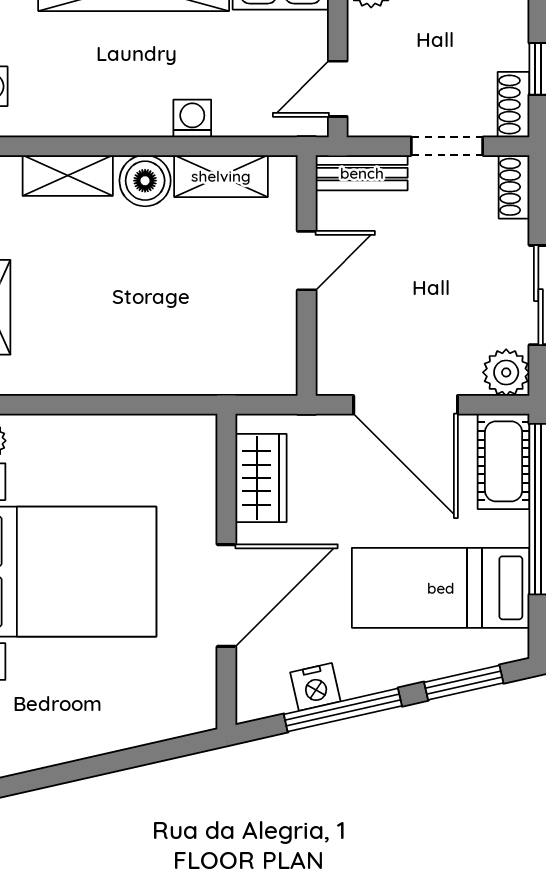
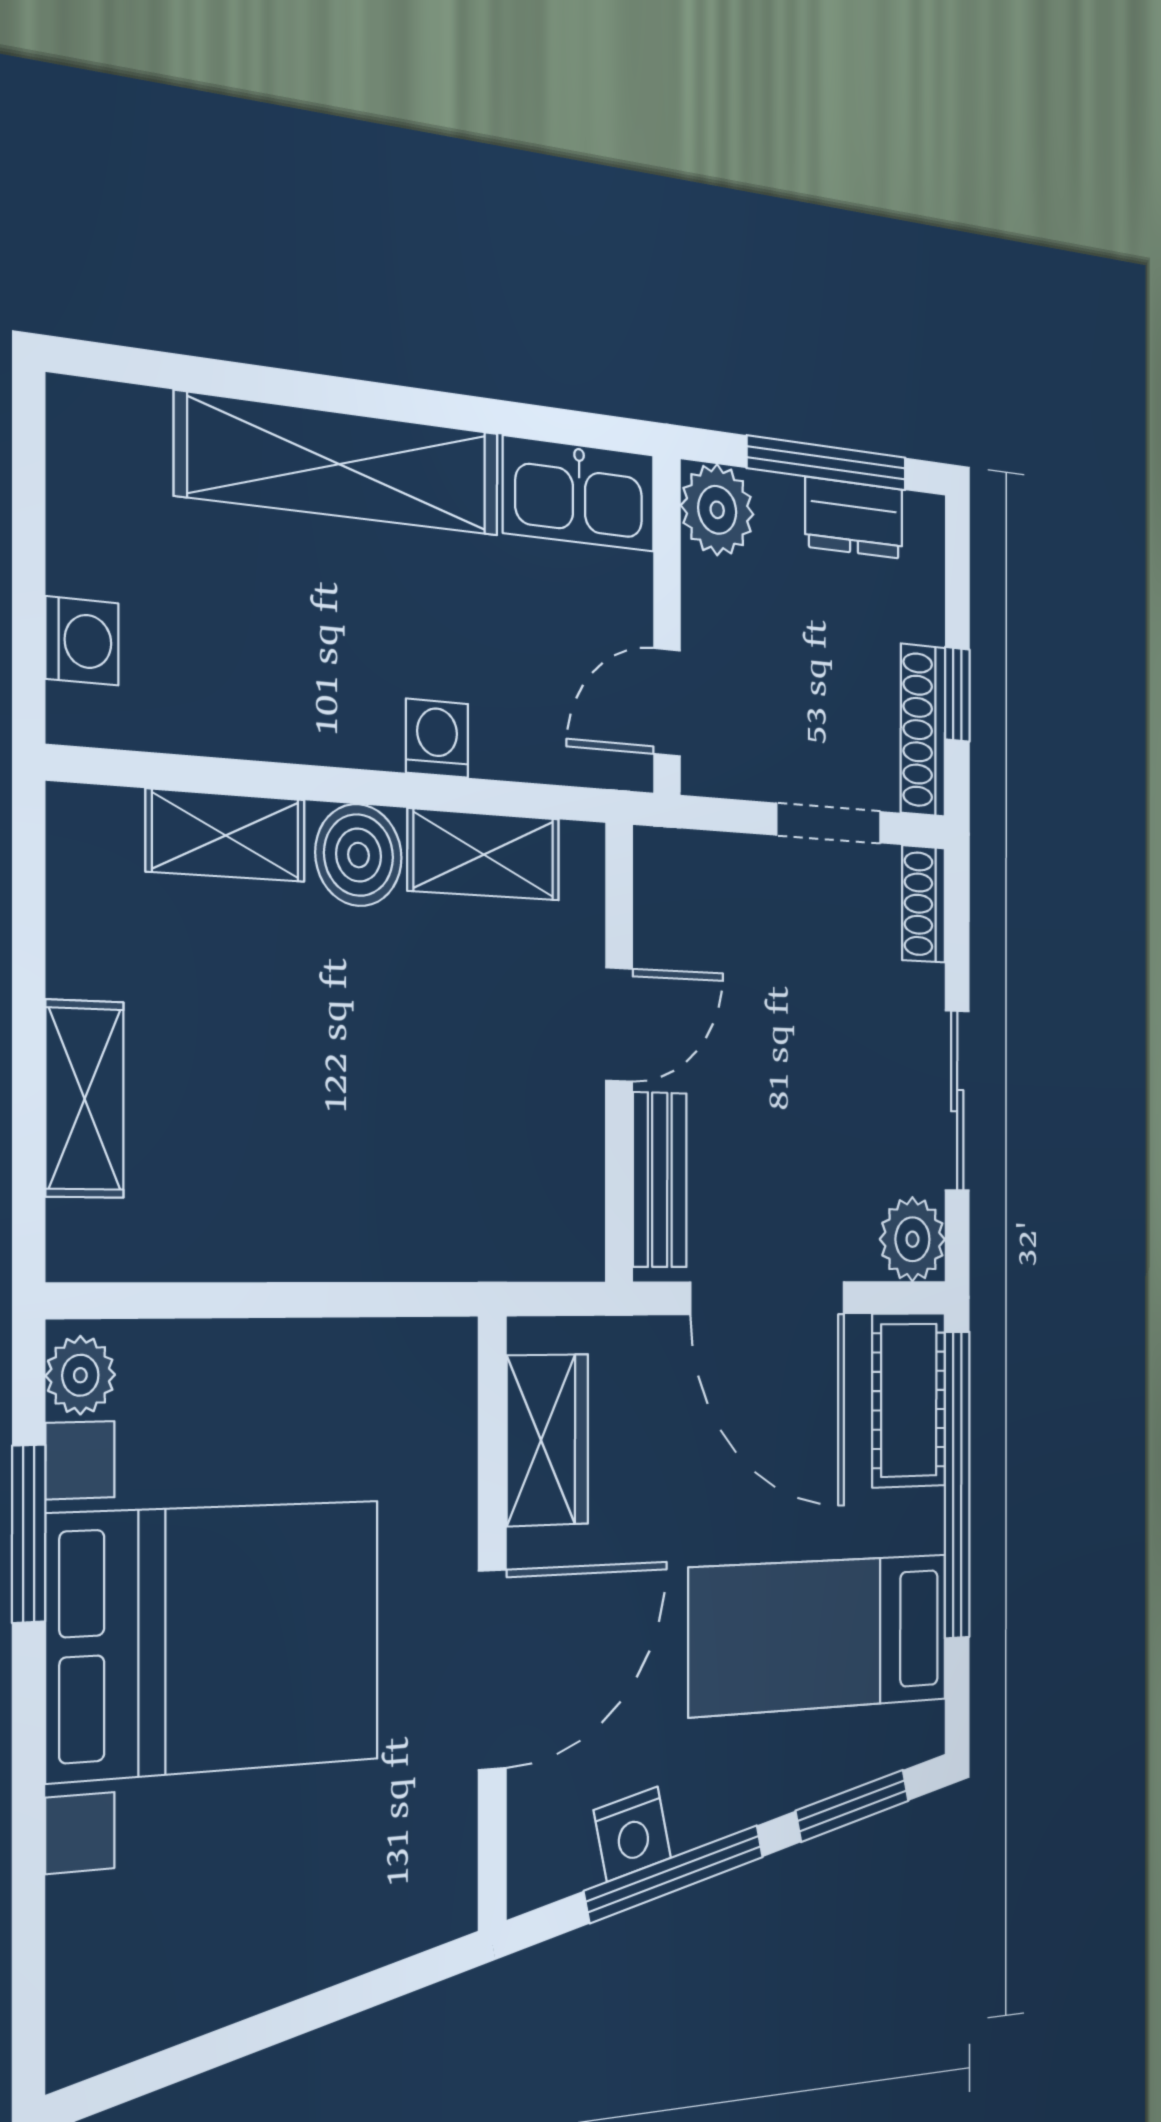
shoe rack: (514, 105) -> (923, 730), width x1.43
bench: (362, 173) -> (660, 1180), moved, turned 90

